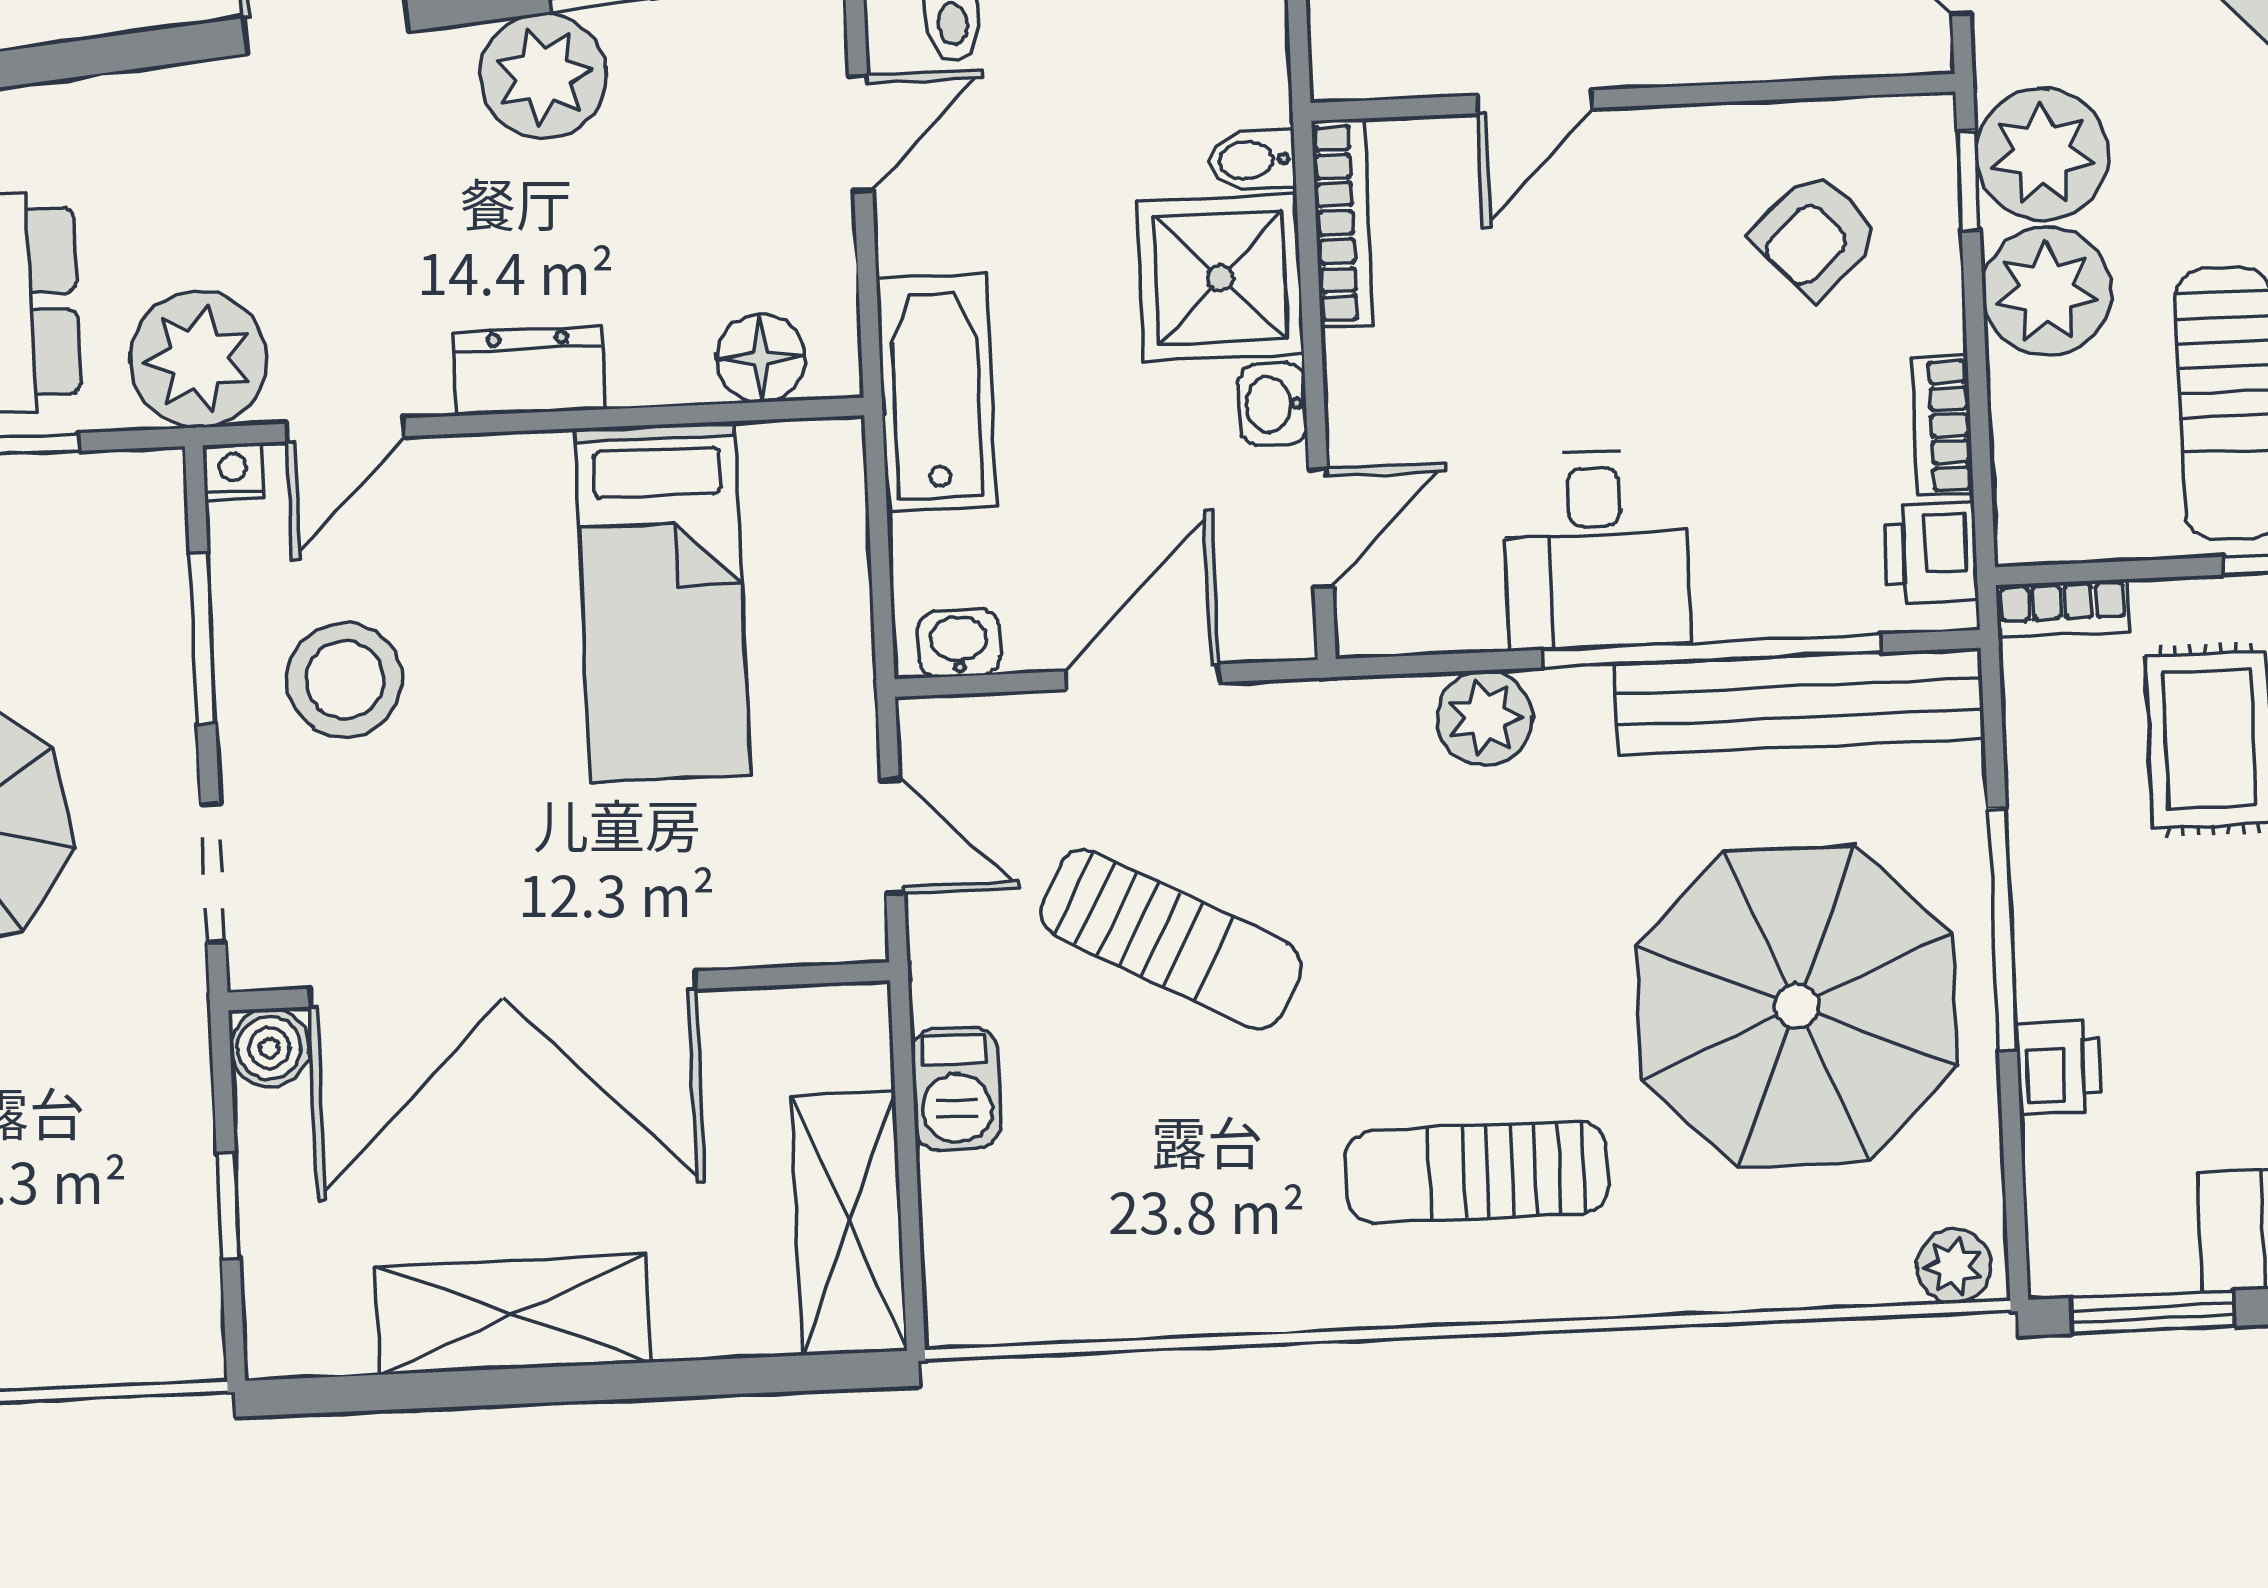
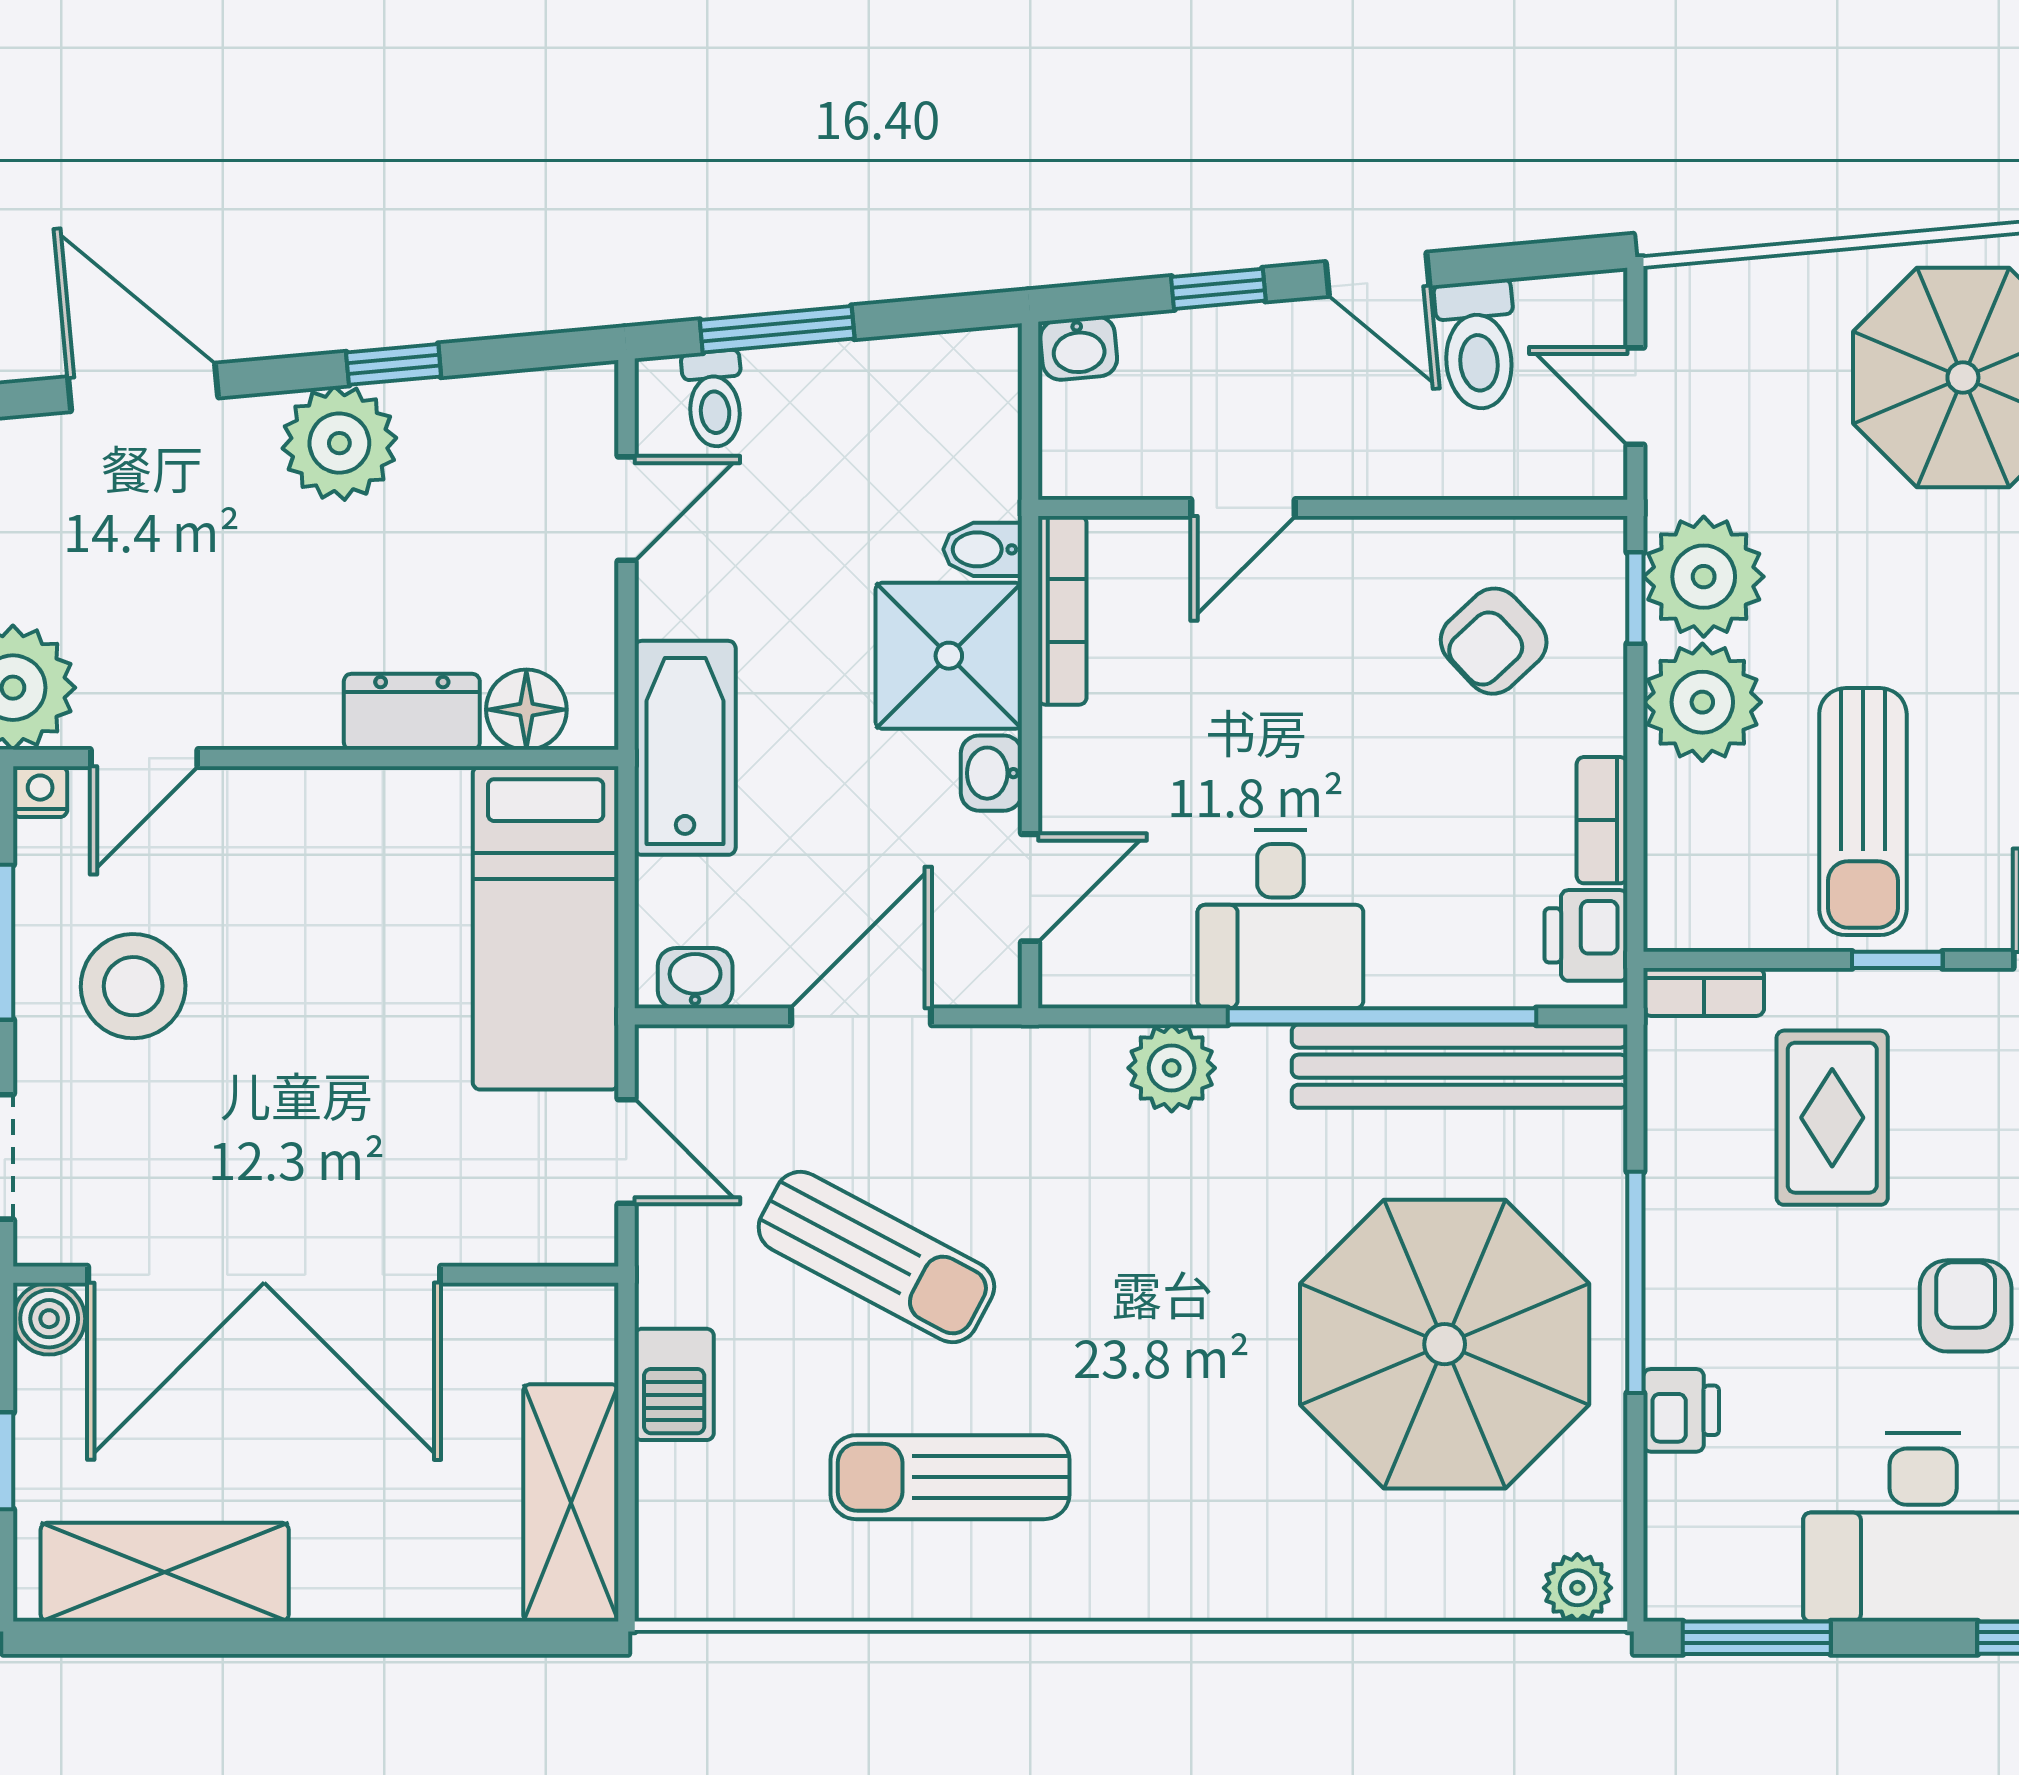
dresser: (529, 371) -> (412, 712), moved
bed: (663, 602) -> (546, 928), moved
sun lounger: (1477, 1172) -> (950, 1477), moved
shelving: (513, 1314) -> (165, 1572), moved

